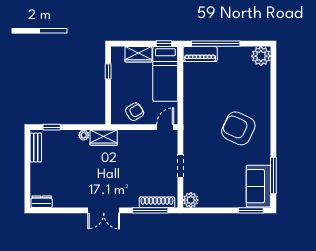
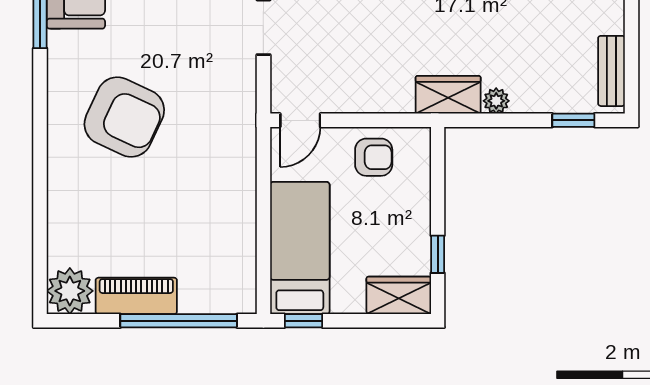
wardrobe: (138, 54) -> (399, 295), moved
piano: (200, 54) -> (136, 296), moved
armchair: (135, 112) -> (374, 157), turned -149

